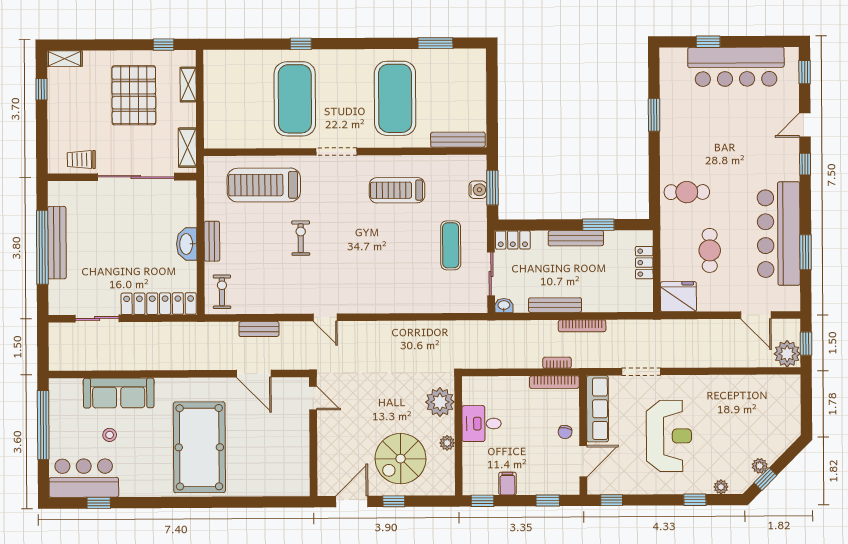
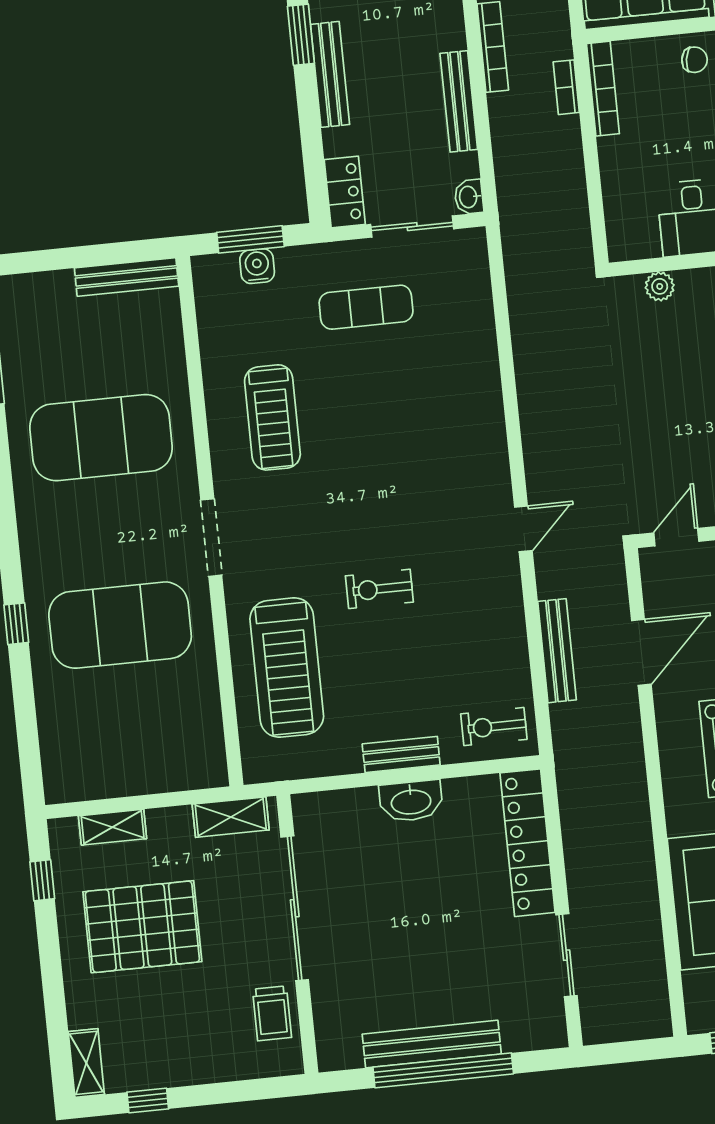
bench: (458, 140) -> (127, 277), moved, turned 90
bench: (259, 329) -> (557, 651), width x1.36
plant: (440, 402) -> (660, 286), width x0.53, depth x0.53

